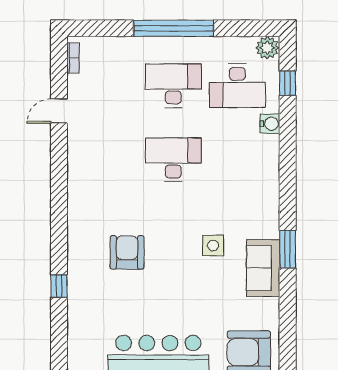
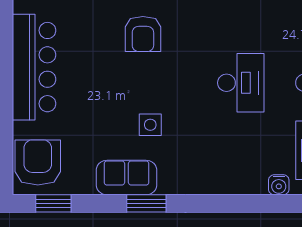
armchair: (127, 252) -> (143, 34), turned 90
window: (288, 337) -> (53, 203), added

